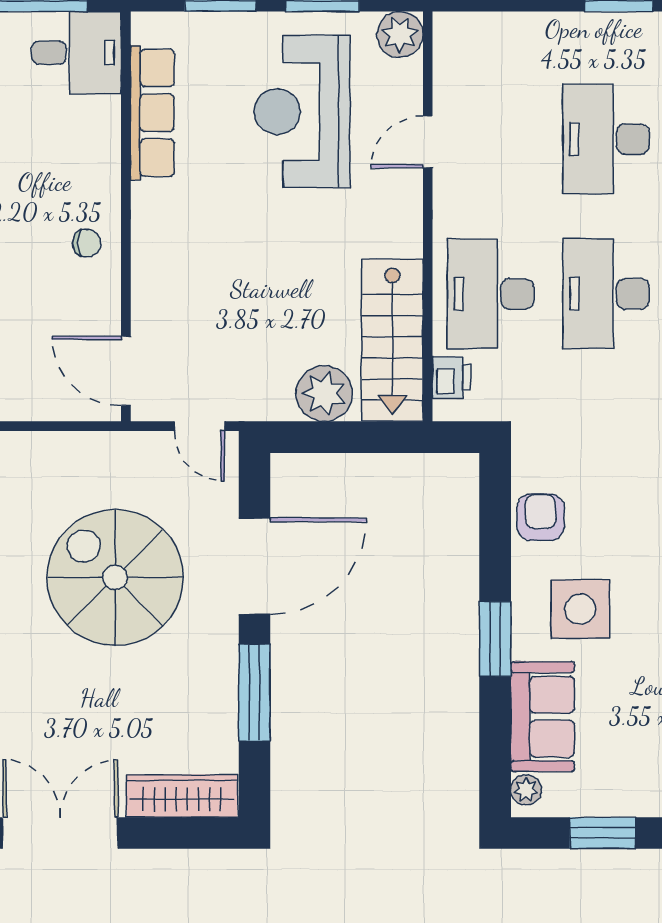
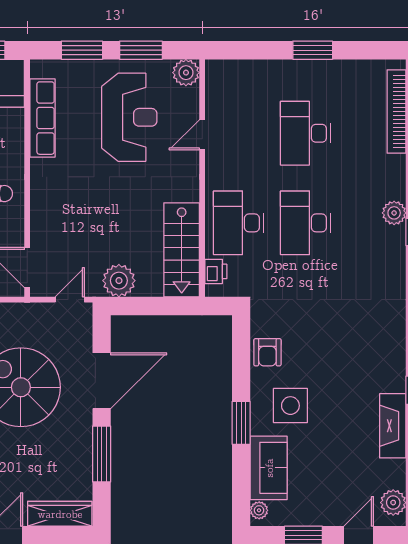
reception desk: (302, 112) -> (129, 117), turned 180
plant: (324, 393) -> (119, 281), moved
door: (199, 426) -> (70, 300), swing flipped
armchair: (541, 517) -> (267, 352), turned 180

